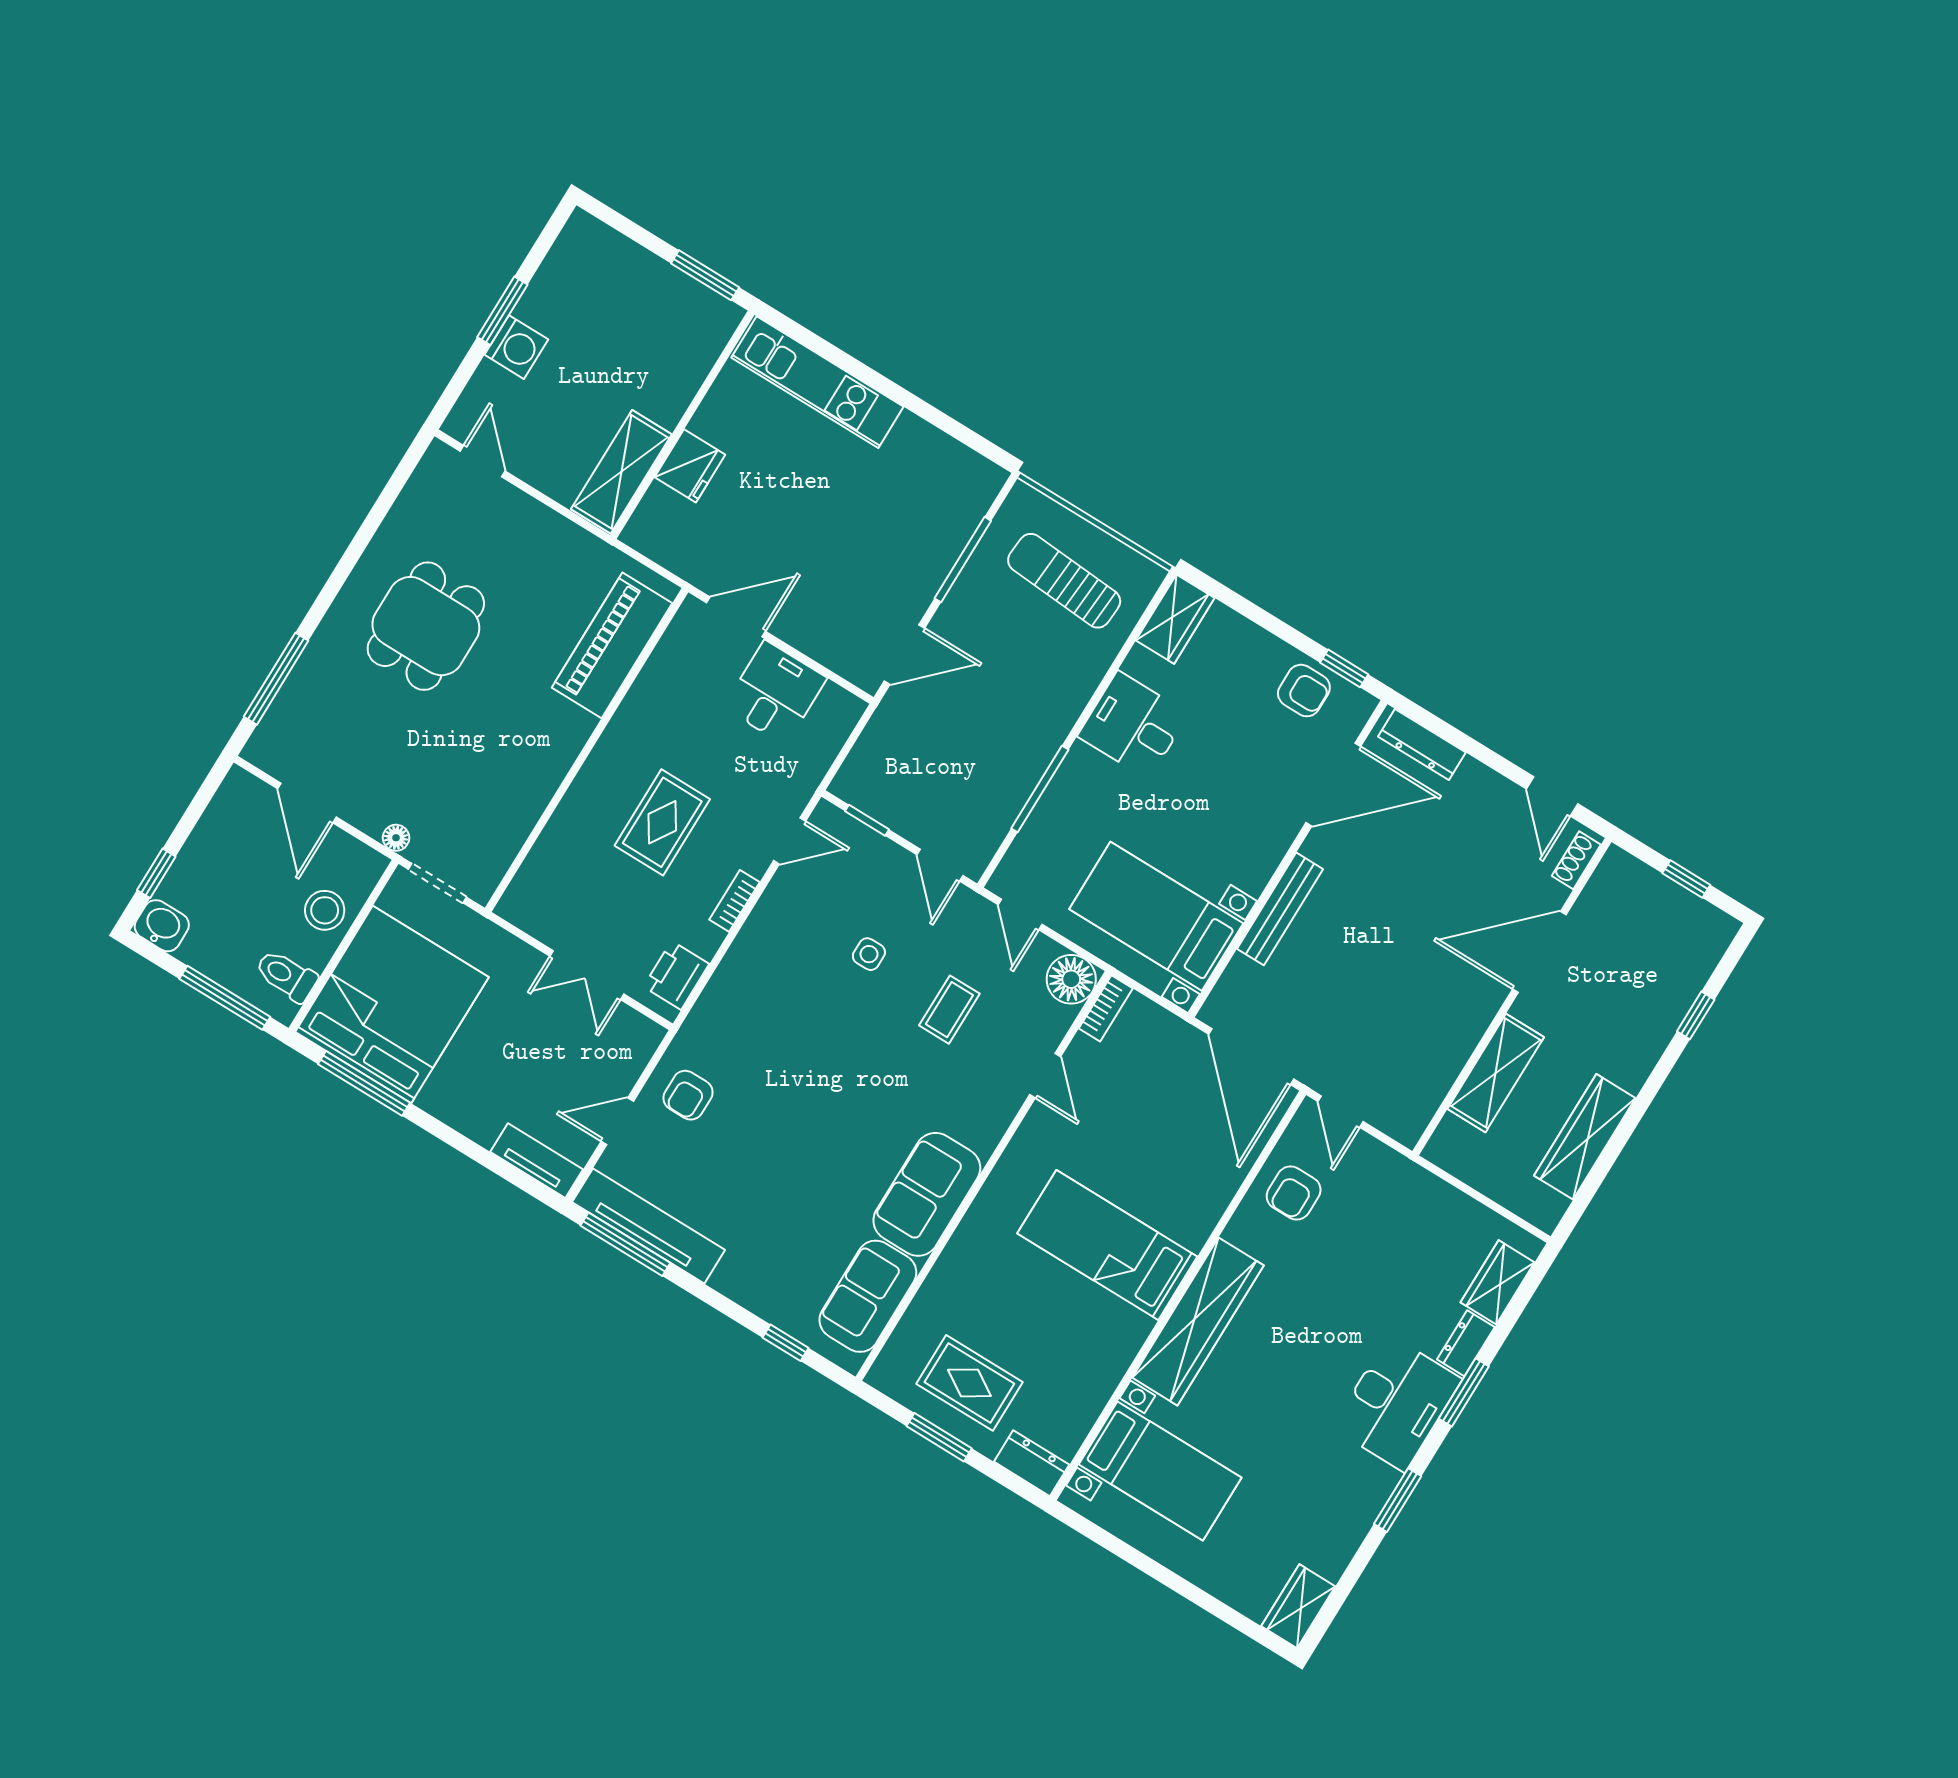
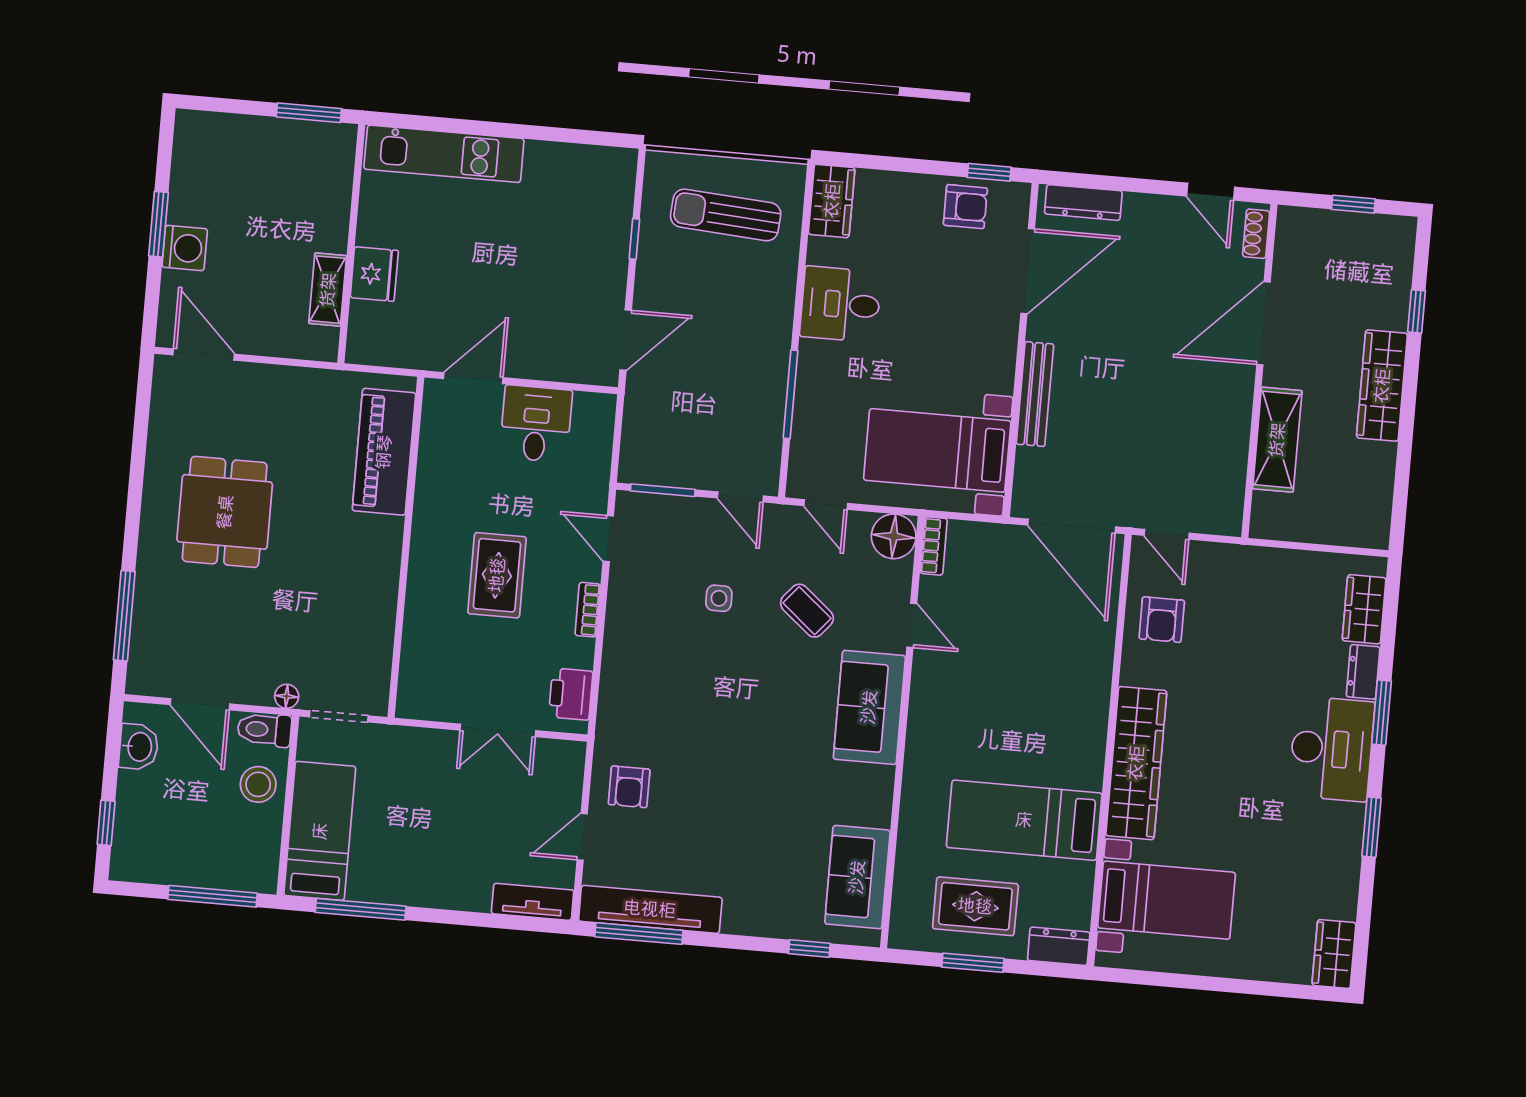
door: (483, 461) -> (204, 355), width x1.38
shelving: (621, 472) -> (328, 290), width x0.67, depth x0.75
window: (963, 560) -> (634, 239), width x0.46
window: (867, 820) -> (663, 490), width x1.50
door: (790, 841) -> (608, 539), swing flipped
washbasin: (162, 926) -> (139, 747), moved, turned 90
toilet: (286, 976) -> (264, 730), moved
bed: (392, 1004) -> (320, 831), width x0.49
coffee table: (949, 1010) -> (807, 611), turned -50
wardrobe: (1585, 1137) -> (1382, 386), moved
sofa: (927, 1194) -> (869, 707), moved
bed: (1107, 1245) -> (1024, 820), moved

